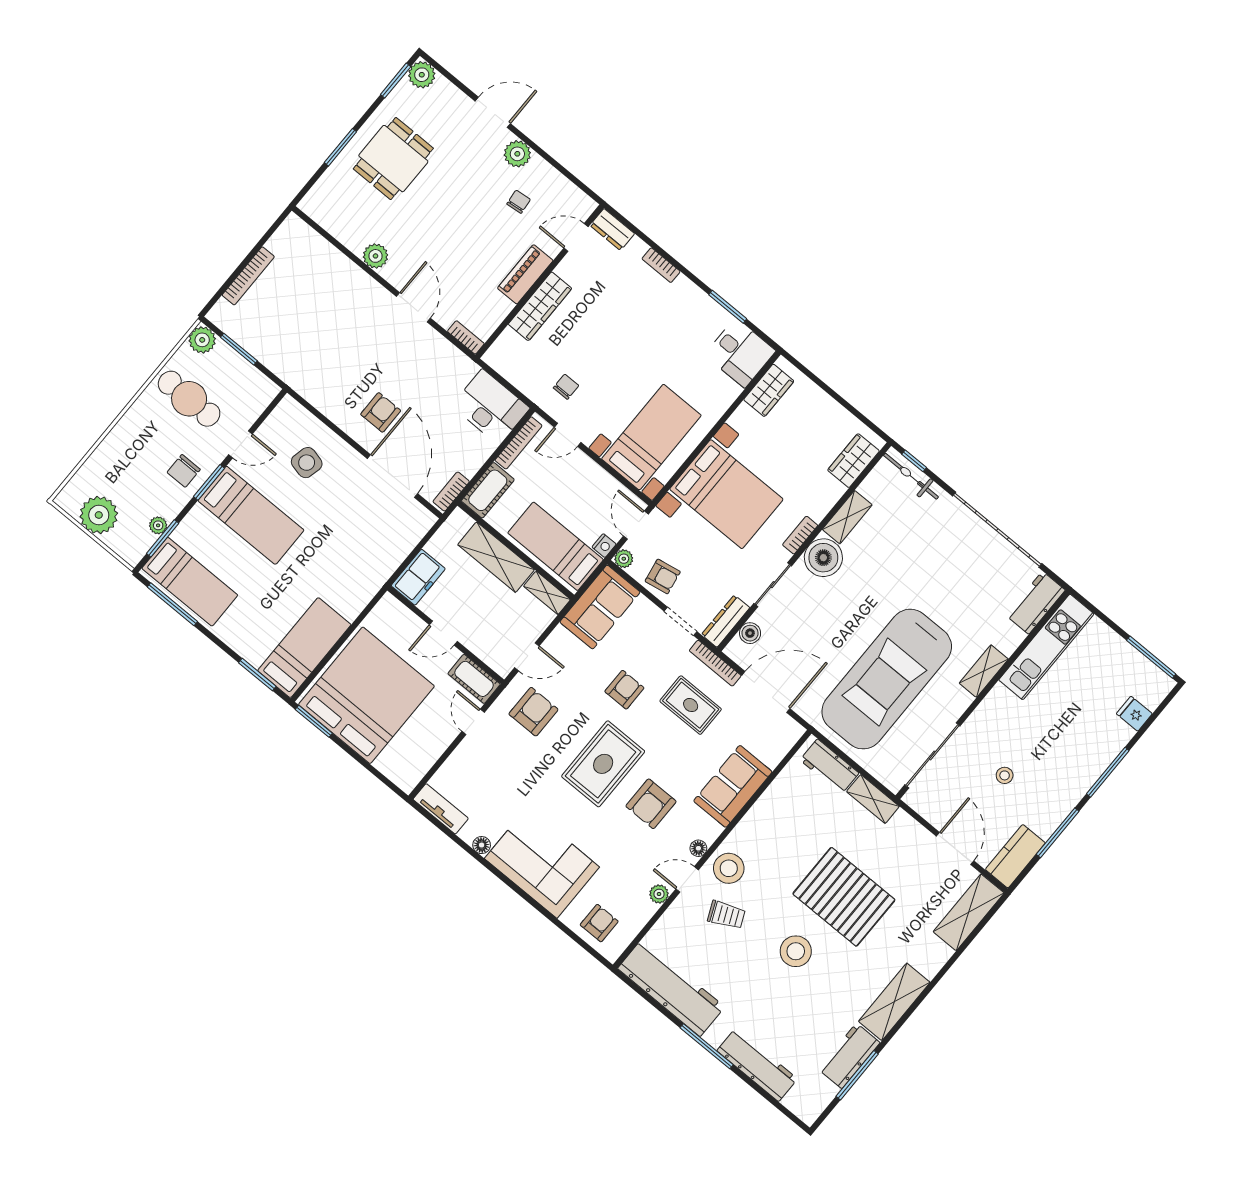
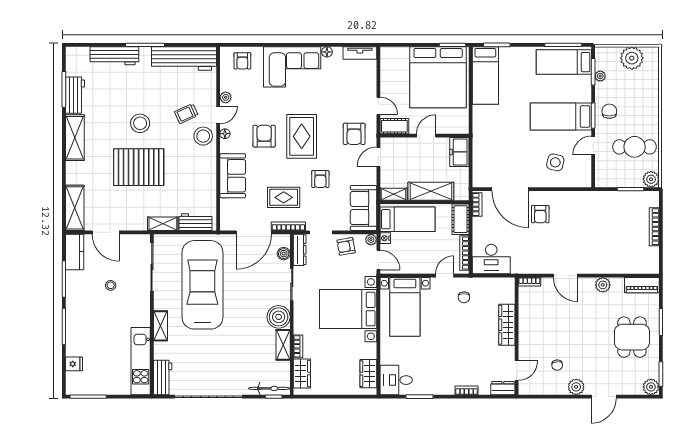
piano: (525, 274) -> (642, 285), moved, turned 90
bookcase: (800, 535) -> (298, 346), moved

